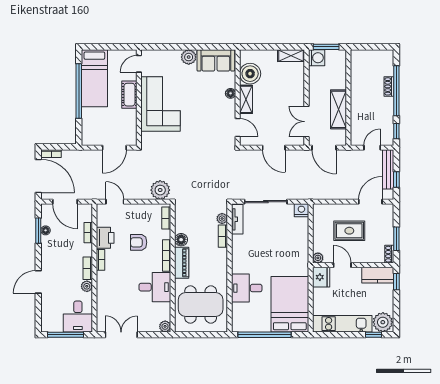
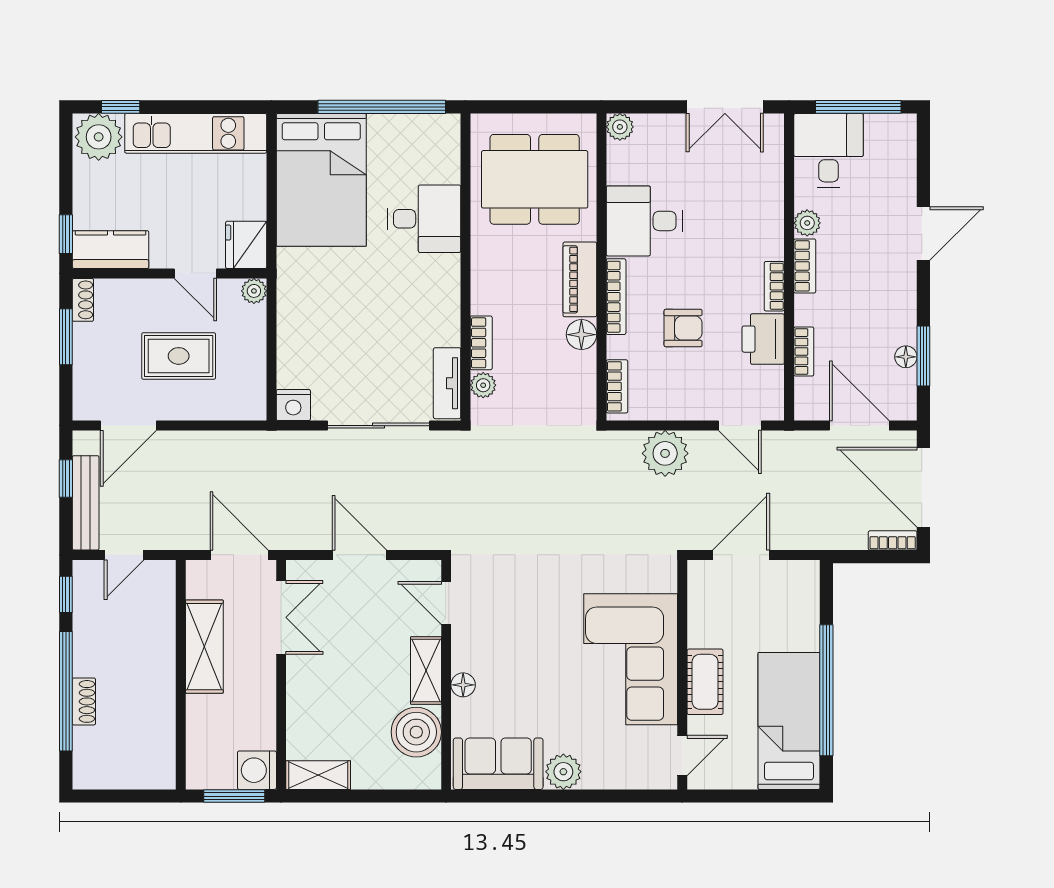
plant: (160, 190) -> (665, 453), moved

